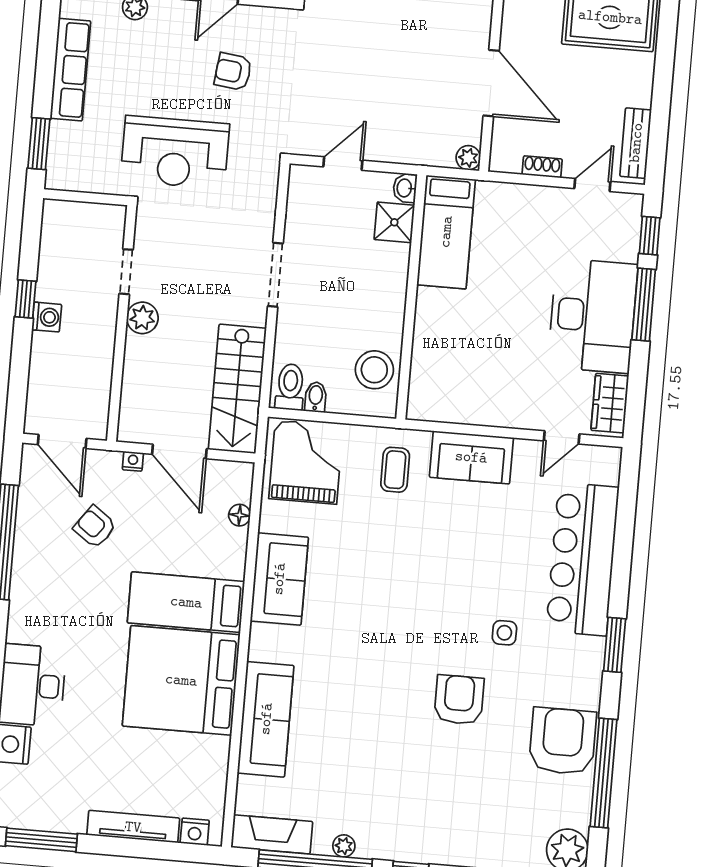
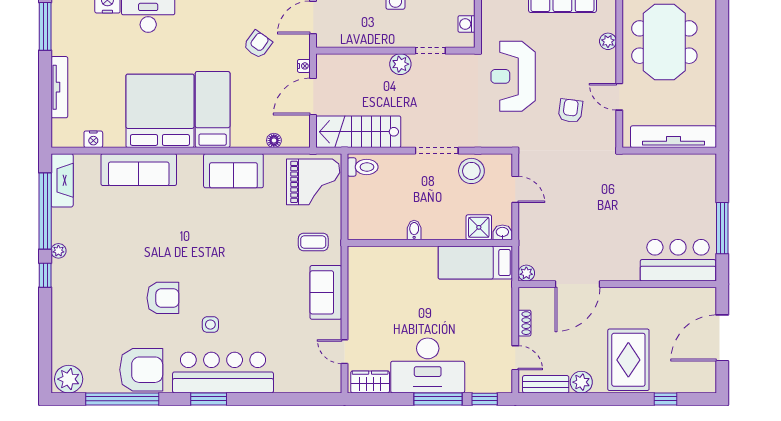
plant: (637, 90) -> (581, 382), added
washing machine: (91, 215) -> (467, 24), added
stool: (374, 370) -> (471, 171), moved
bidet: (316, 397) -> (414, 230), moved, turned -90
bar counter: (582, 559) -> (223, 373), moved
nightstand: (195, 832) -> (93, 139), moved, turned -90
plant: (344, 846) -> (58, 251), moved

